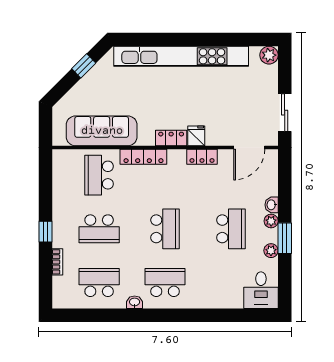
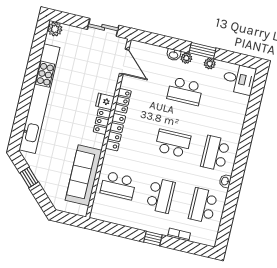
locker: (143, 157) -> (115, 132), moved
school desk: (231, 229) -> (185, 91), turned 180

